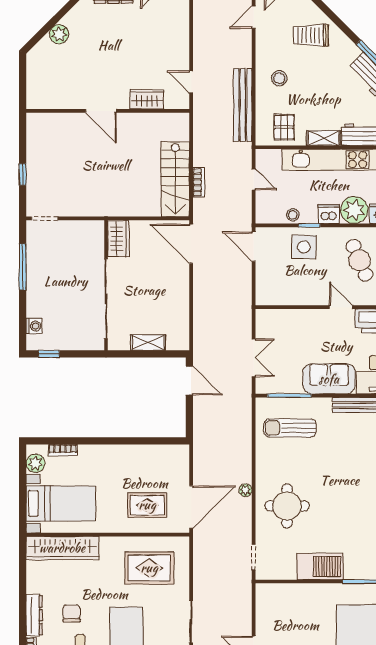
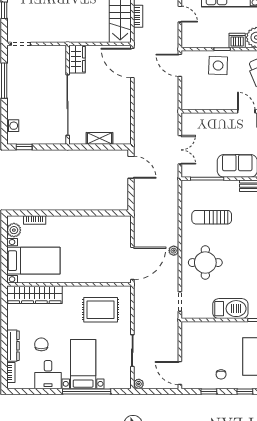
stool: (293, 215) -> (210, 41), removed
sun lounger: (290, 428) -> (212, 217), moved
rug: (147, 505) -> (99, 262), removed

